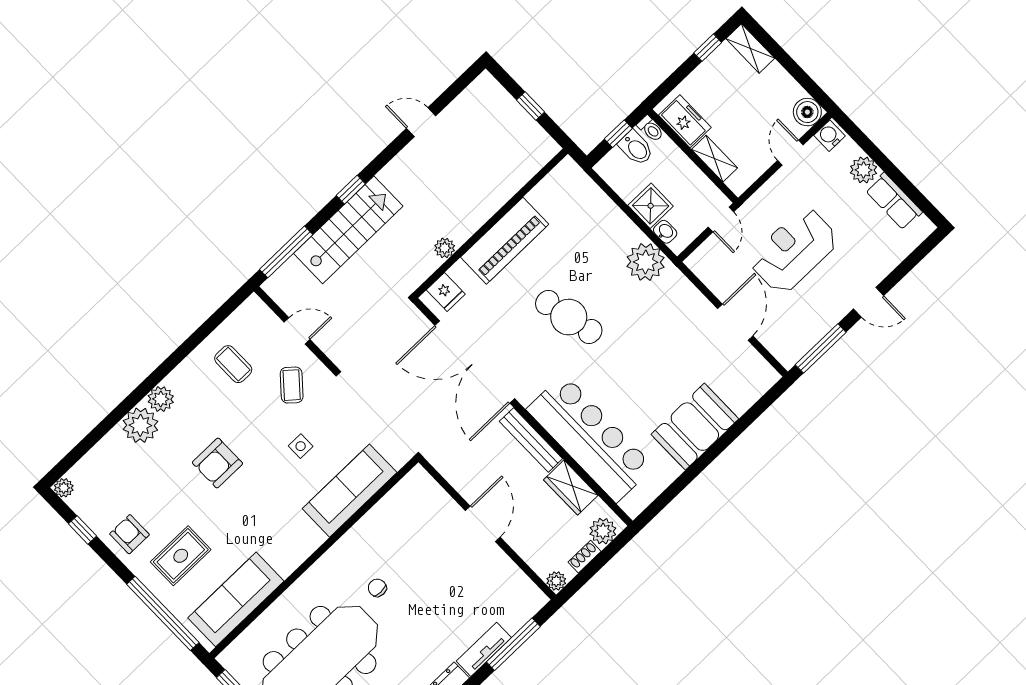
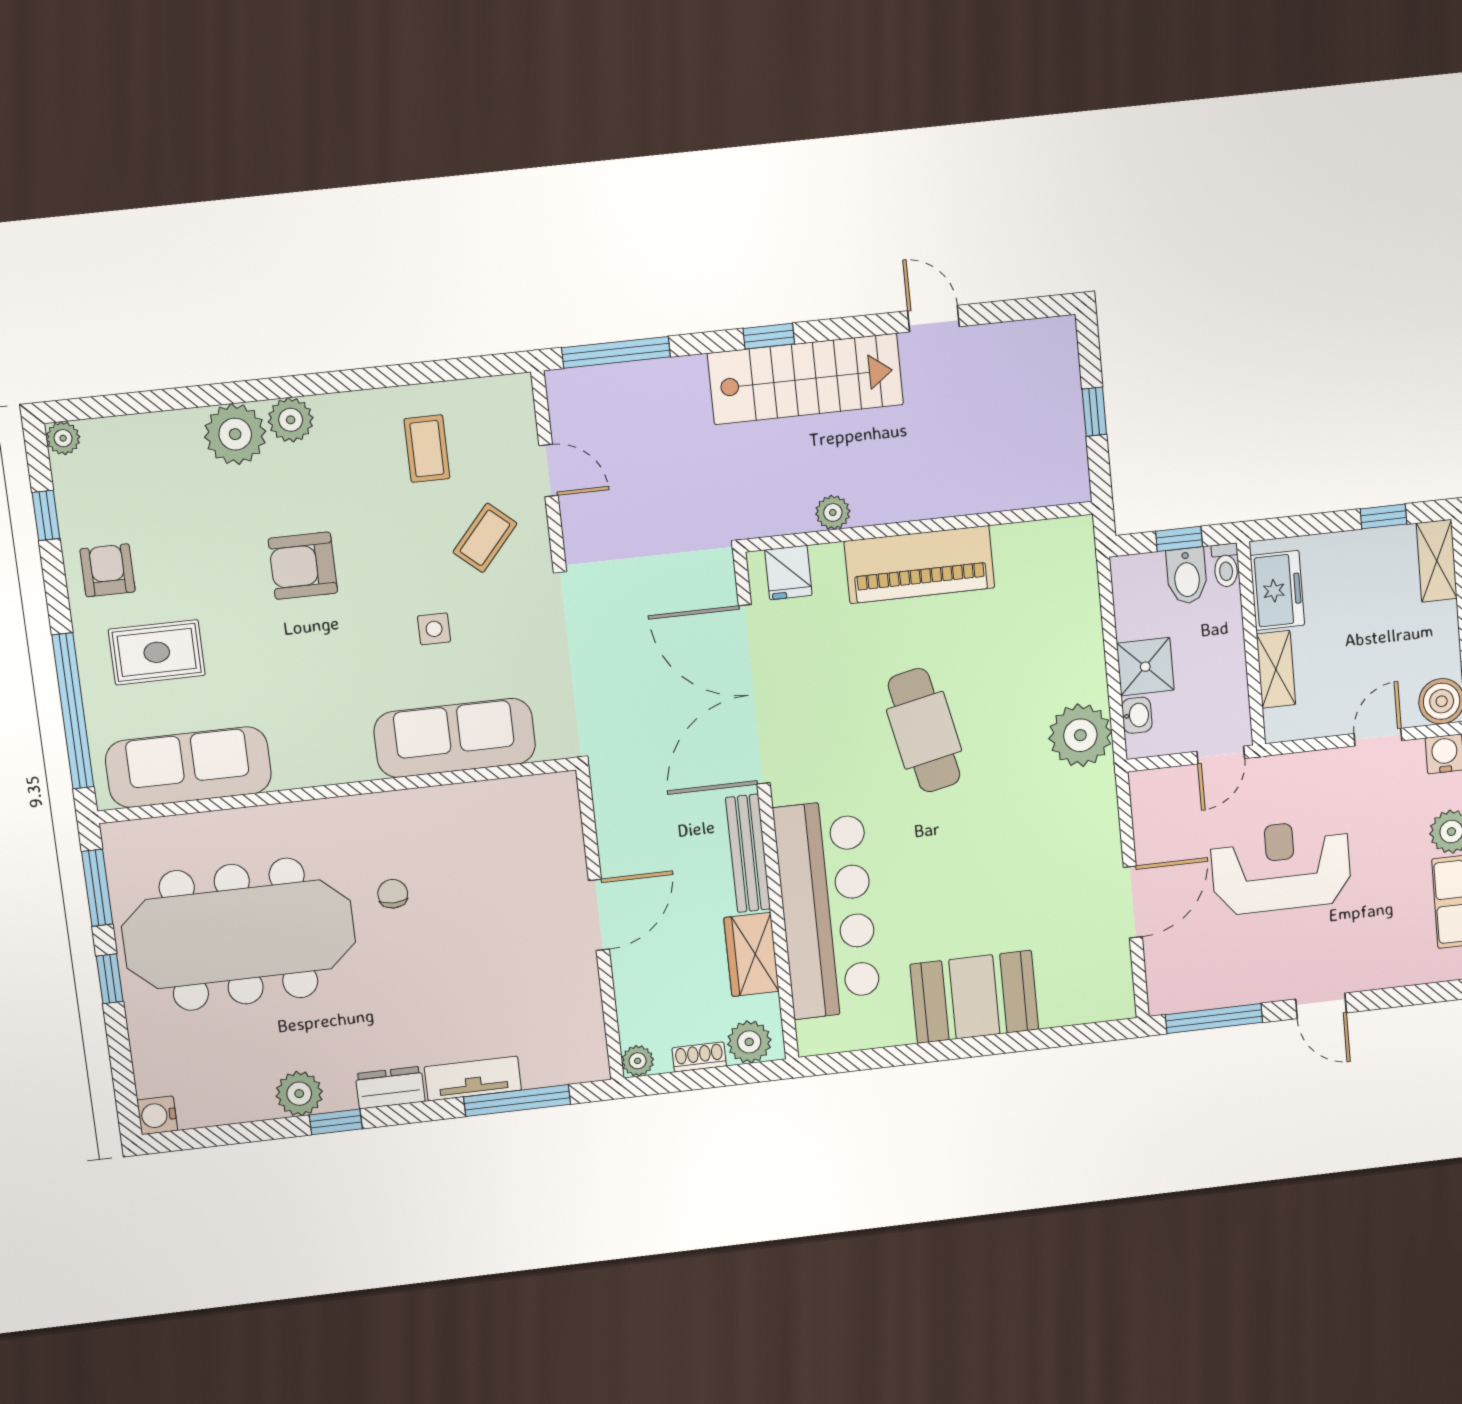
stairs: (348, 230) -> (805, 379), moved

